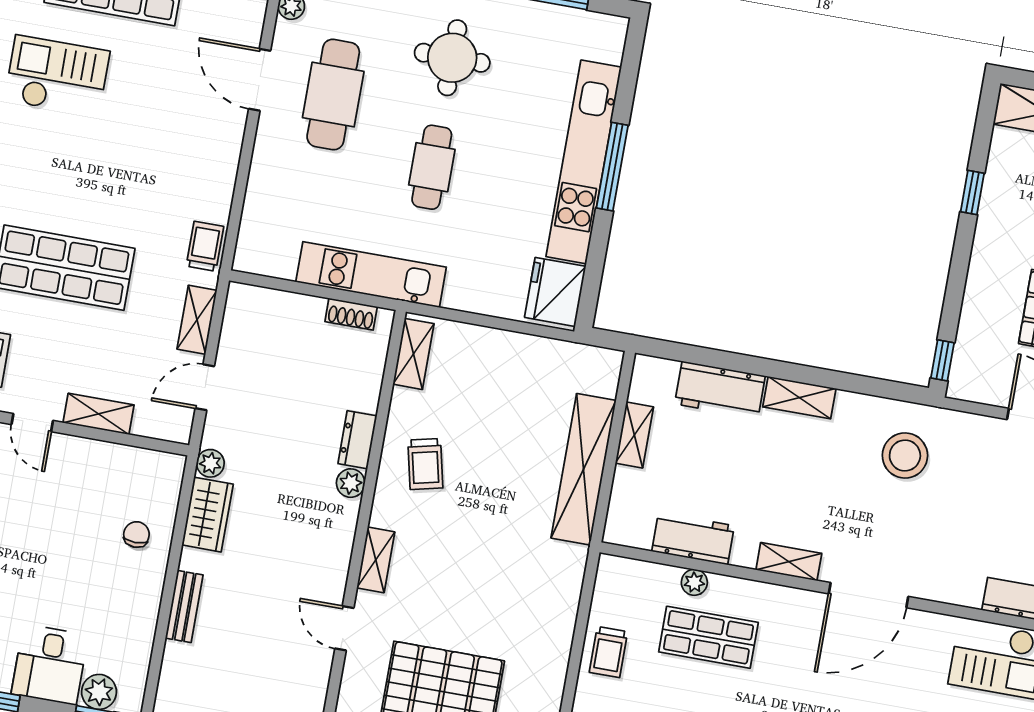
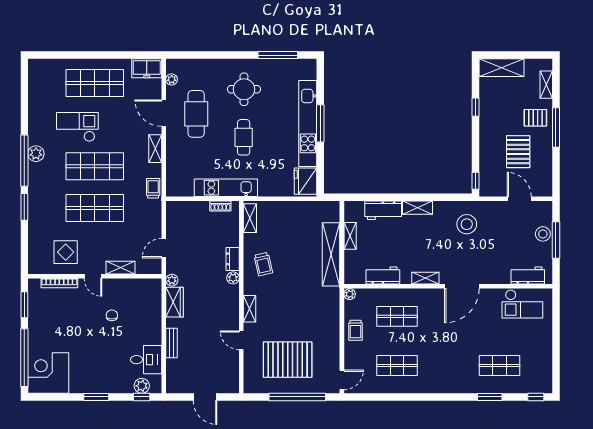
shop shelf: (81, 173) -> (95, 166), added
shelving: (197, 320) -> (155, 149), moved
chair: (136, 535) -> (112, 315), moved
plant: (694, 582) -> (350, 294), moved
desk: (50, 665) -> (146, 360), moved, turned -90

